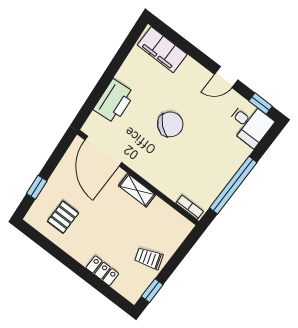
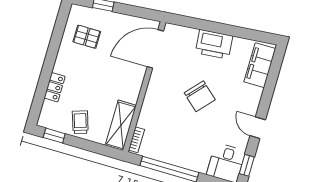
printer: (114, 101) -> (214, 44), moved
shelving: (137, 190) -> (121, 125), moved, width x1.50, depth x1.33

